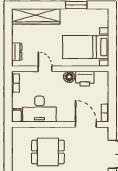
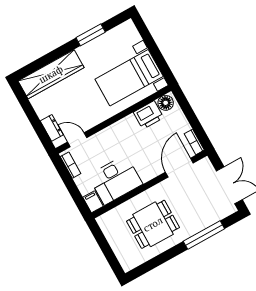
door: (45, 69) -> (77, 140), moved
floor lamp: (69, 77) -> (166, 103), moved
door: (86, 124) -> (179, 168), hinge flipped

